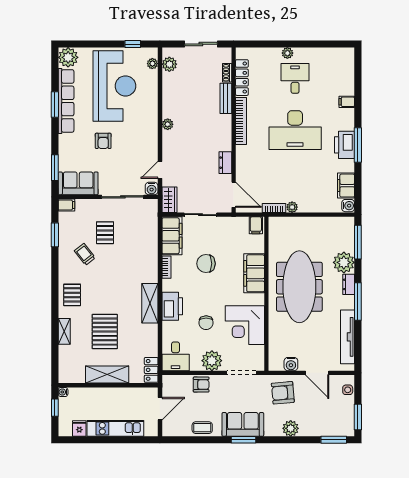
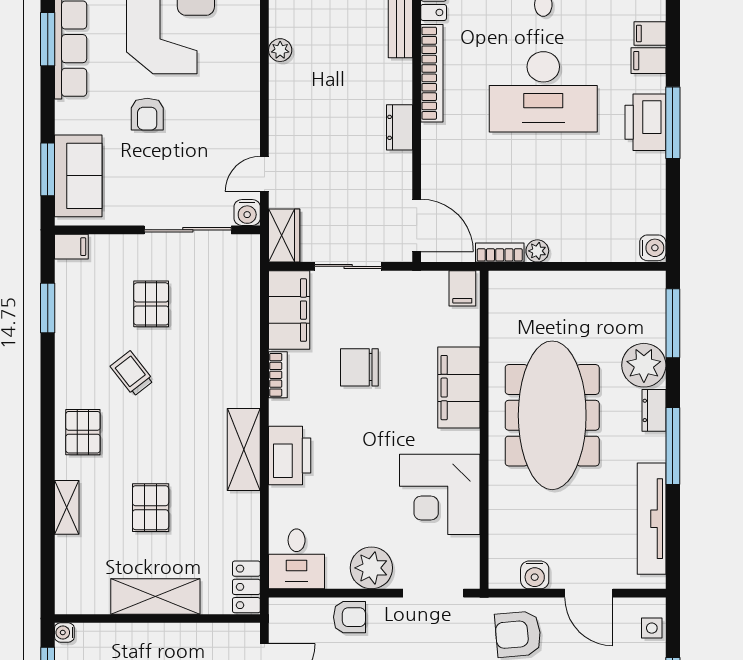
plant: (168, 124) -> (280, 50), moved
dresser: (225, 163) -> (400, 127), moved
sofa: (78, 183) -> (78, 176), moved, turned 90
filing cabinet: (346, 186) -> (648, 61), moved, width x0.50
trolley: (85, 254) -> (132, 374), moved
chair: (206, 323) -> (360, 489), removed
pallet: (105, 332) -> (151, 508), width x0.67, depth x0.71

